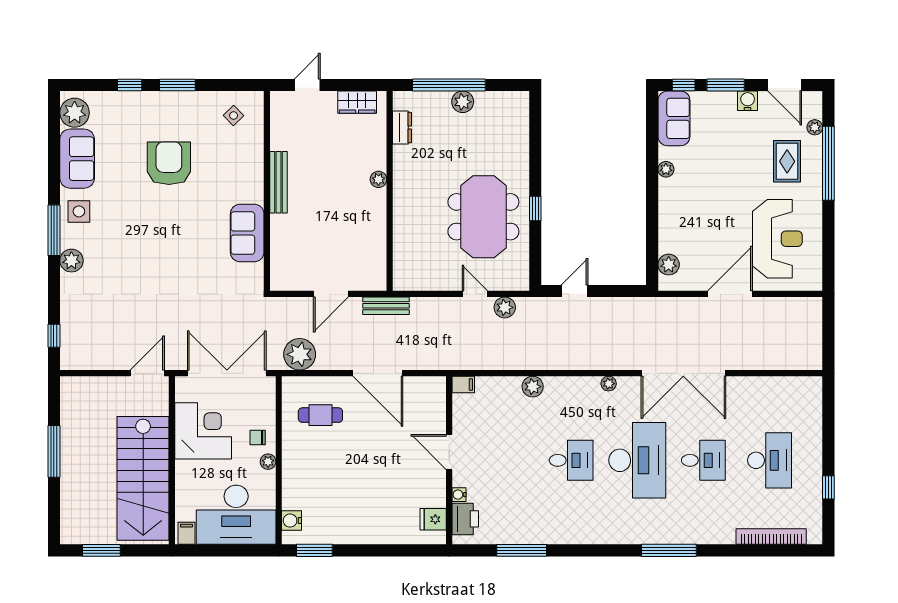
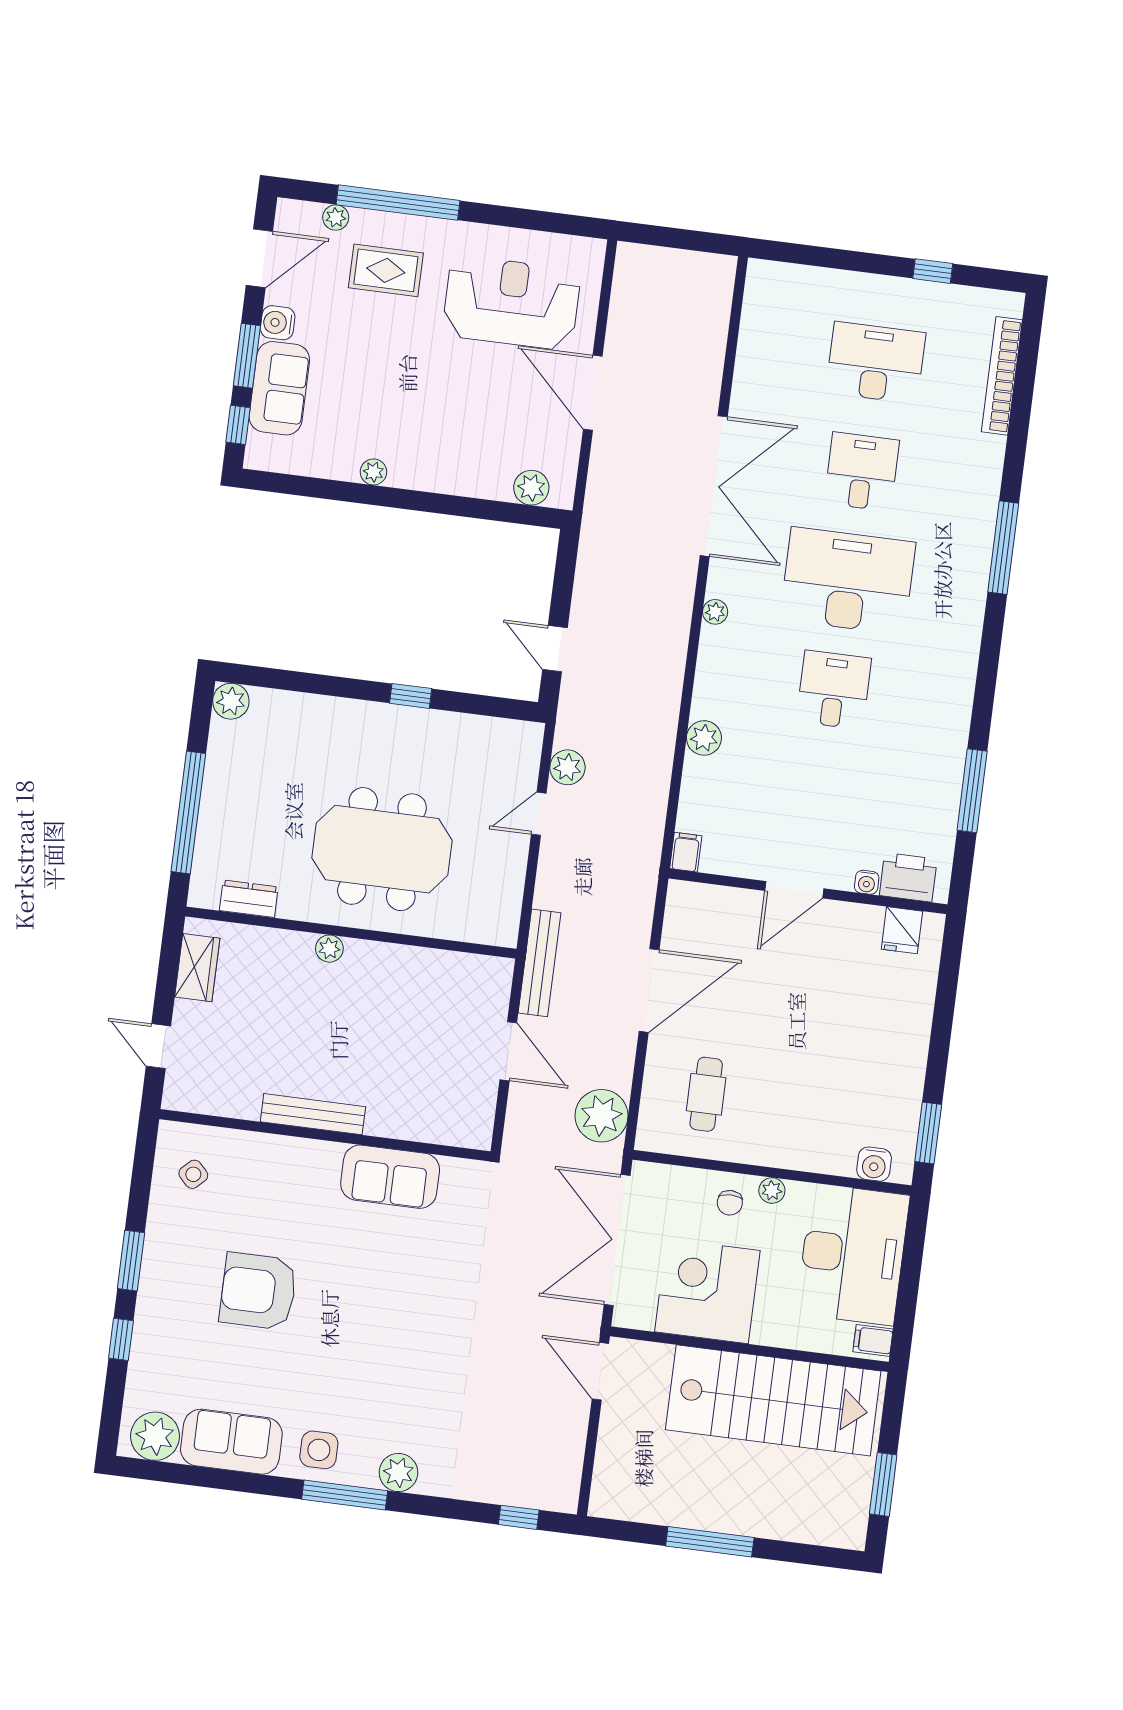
plant: (463, 102) -> (231, 701), moved
sofa: (674, 118) -> (279, 388), moved, turned 90
meeting table: (483, 217) -> (382, 849), moved
bench: (386, 306) -> (540, 963), width x1.36

